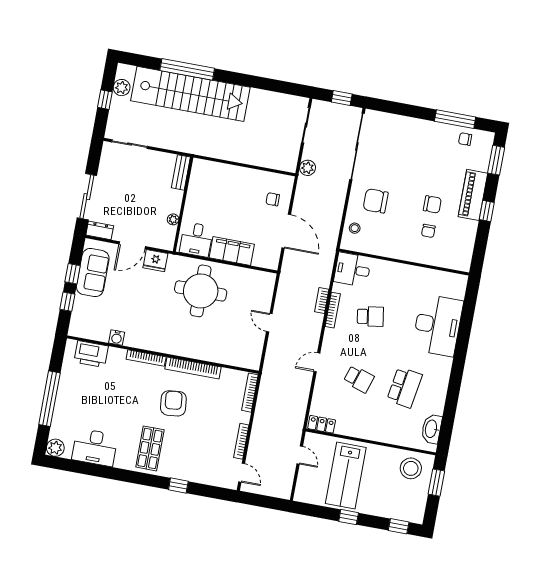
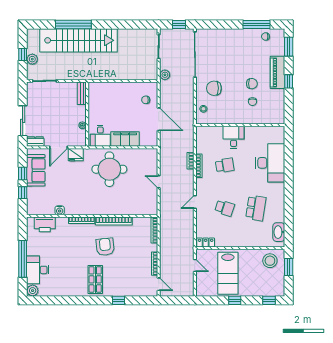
plant: (122, 88) -> (32, 59), moved
desk: (352, 270) -> (234, 137), moved, turned 90
desk: (95, 447) -> (38, 270), moved, turned 90

